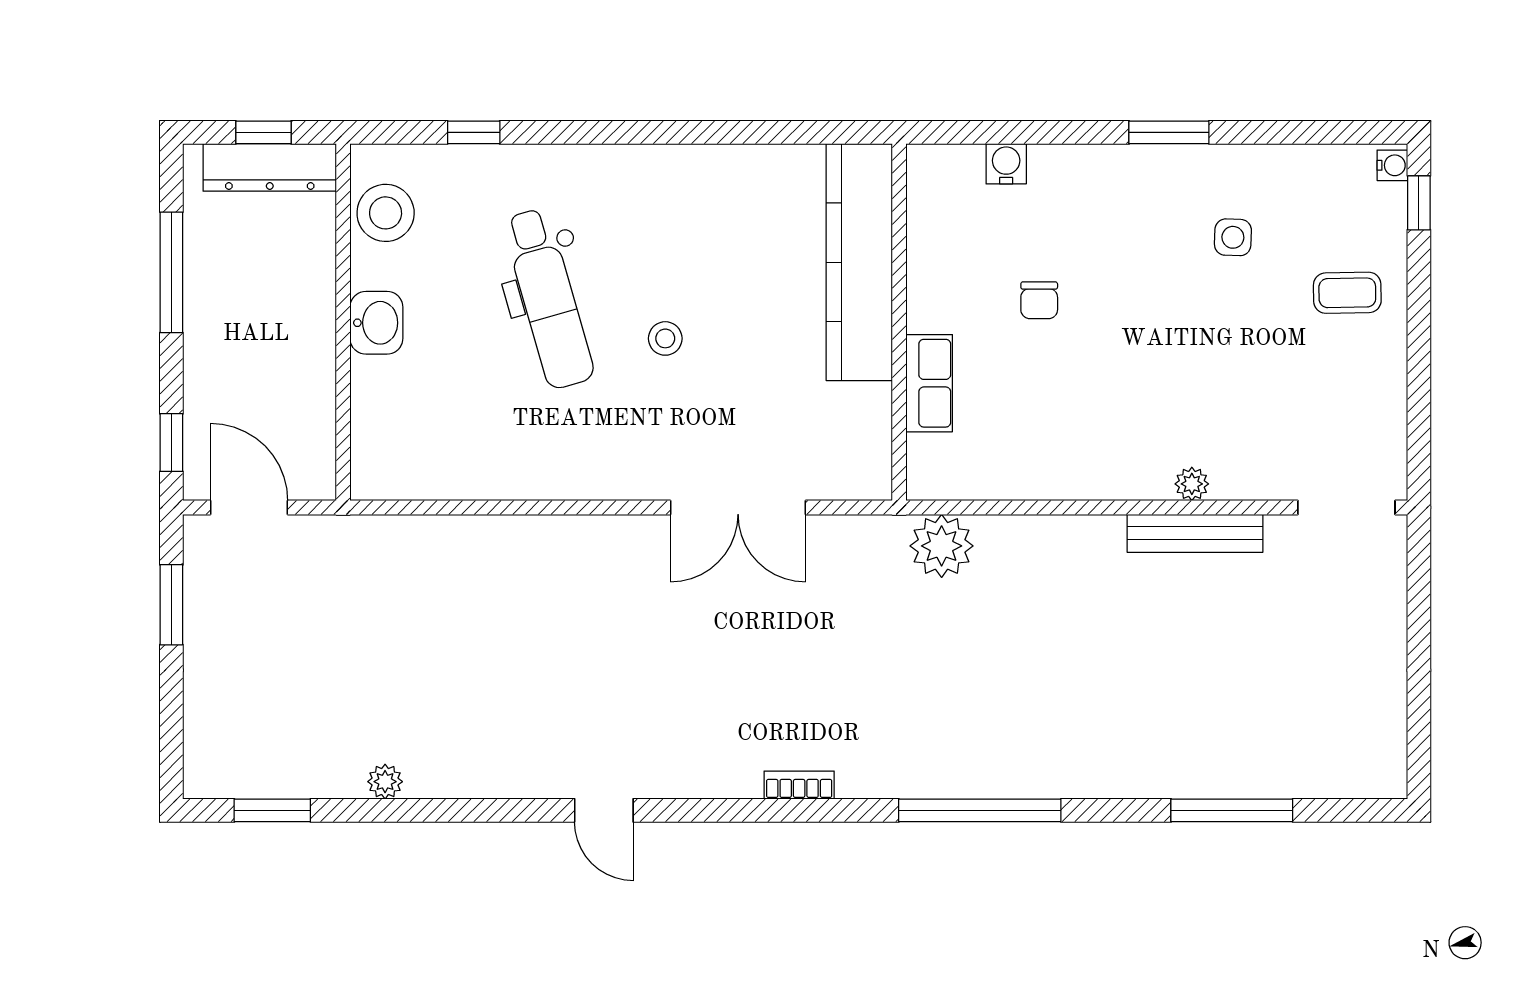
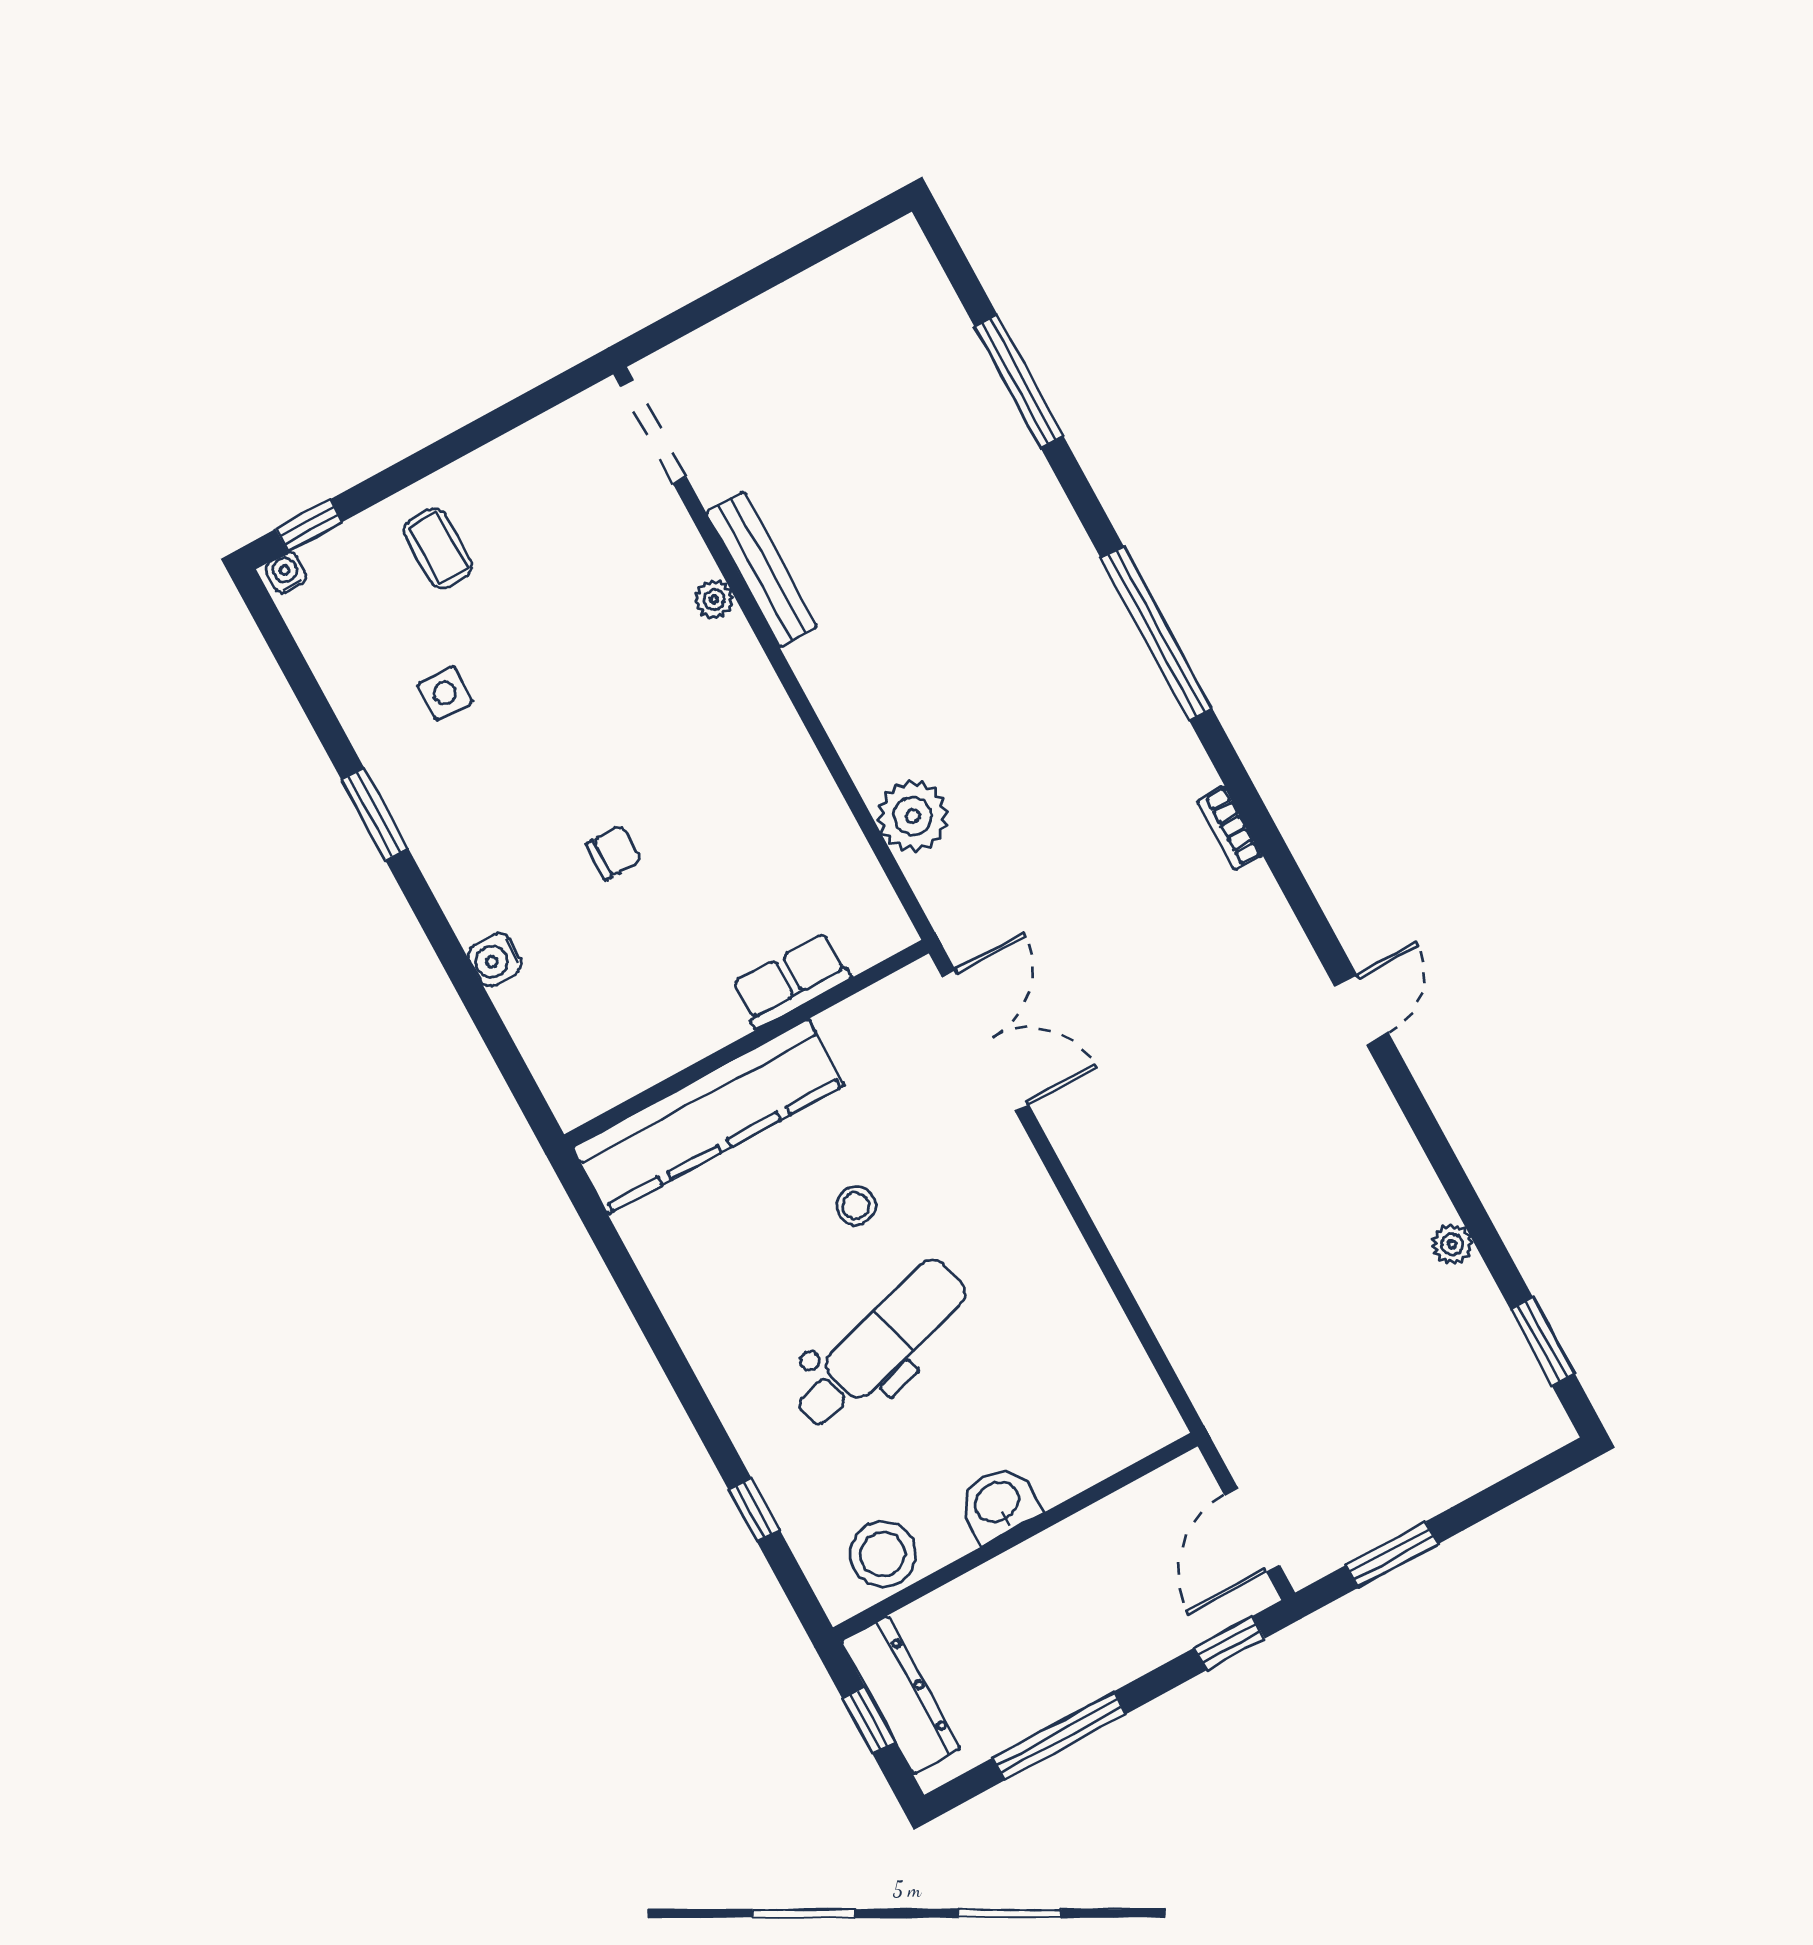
kitchen counter: (859, 262) -> (708, 1117), moved
wall: (899, 322) -> (746, 1044), moved
row of seats: (929, 383) -> (791, 981), moved

